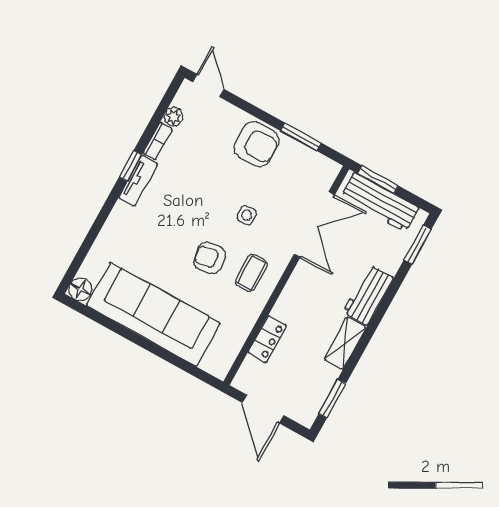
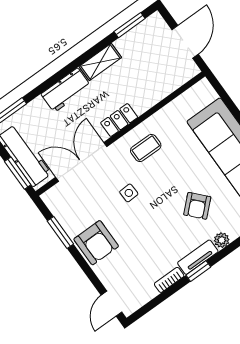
plant: (173, 117) -> (222, 240), moved
armchair: (257, 144) -> (96, 243), turned 180
armchair: (210, 258) -> (197, 206), moved, turned 56
locker: (267, 339) -> (119, 120), moved

